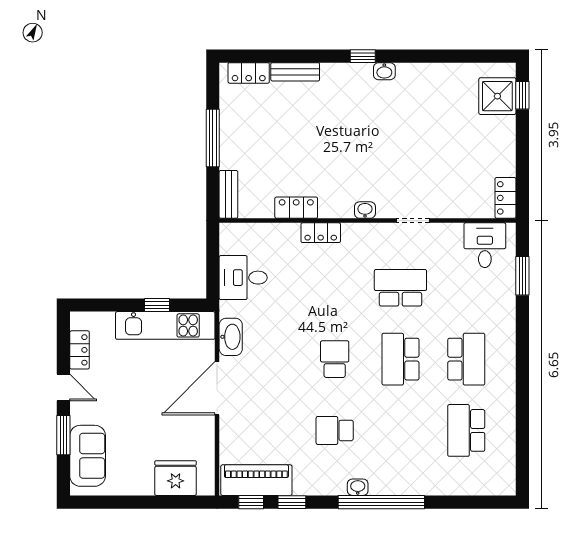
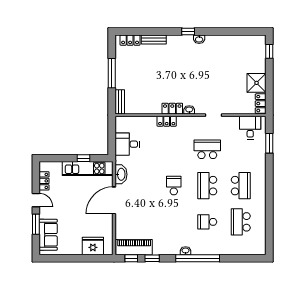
shower: (497, 96) -> (257, 83), moved
locker: (296, 208) -> (172, 109), moved
school desk: (335, 430) -> (207, 222), moved

